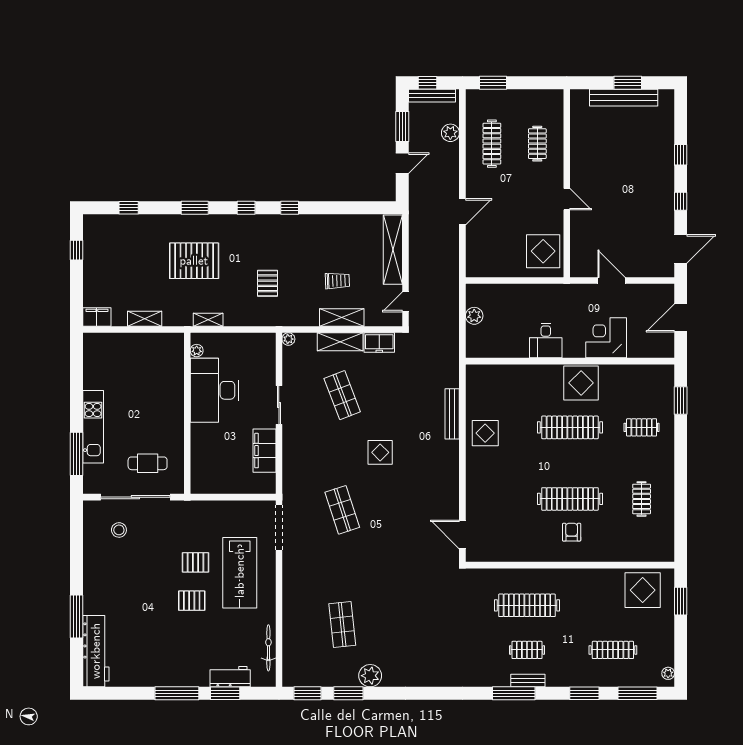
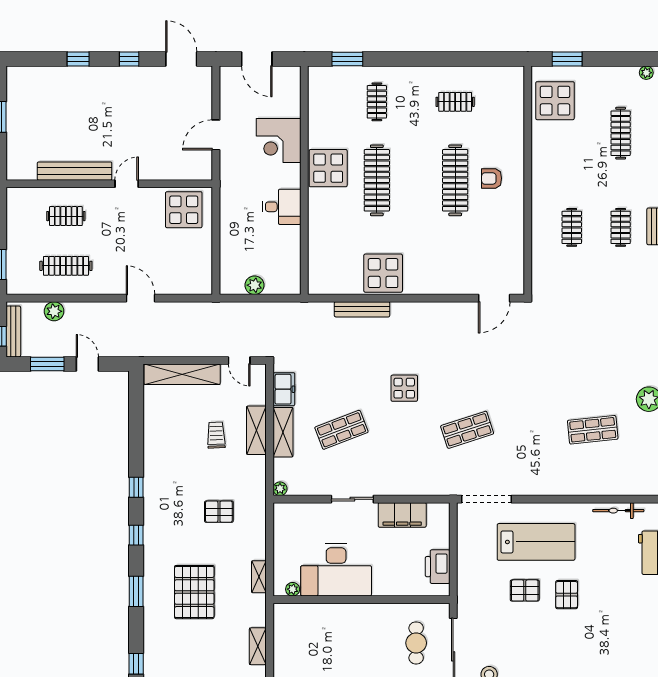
bench: (624, 98) -> (75, 171), moved, turned 90
display table: (485, 433) -> (383, 273), width x1.36, depth x1.36
printer: (217, 483) -> (438, 567), added
pallet: (196, 562) -> (525, 590), turned 90
clothes rail: (527, 605) -> (572, 227), width x0.54, depth x0.76

